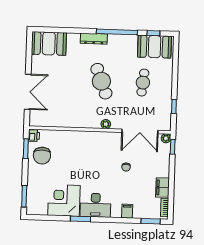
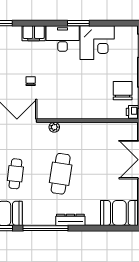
cafe table: (101, 81) -> (61, 174), turned 30
filing cabinet: (127, 211) -> (34, 33), width x2.00

